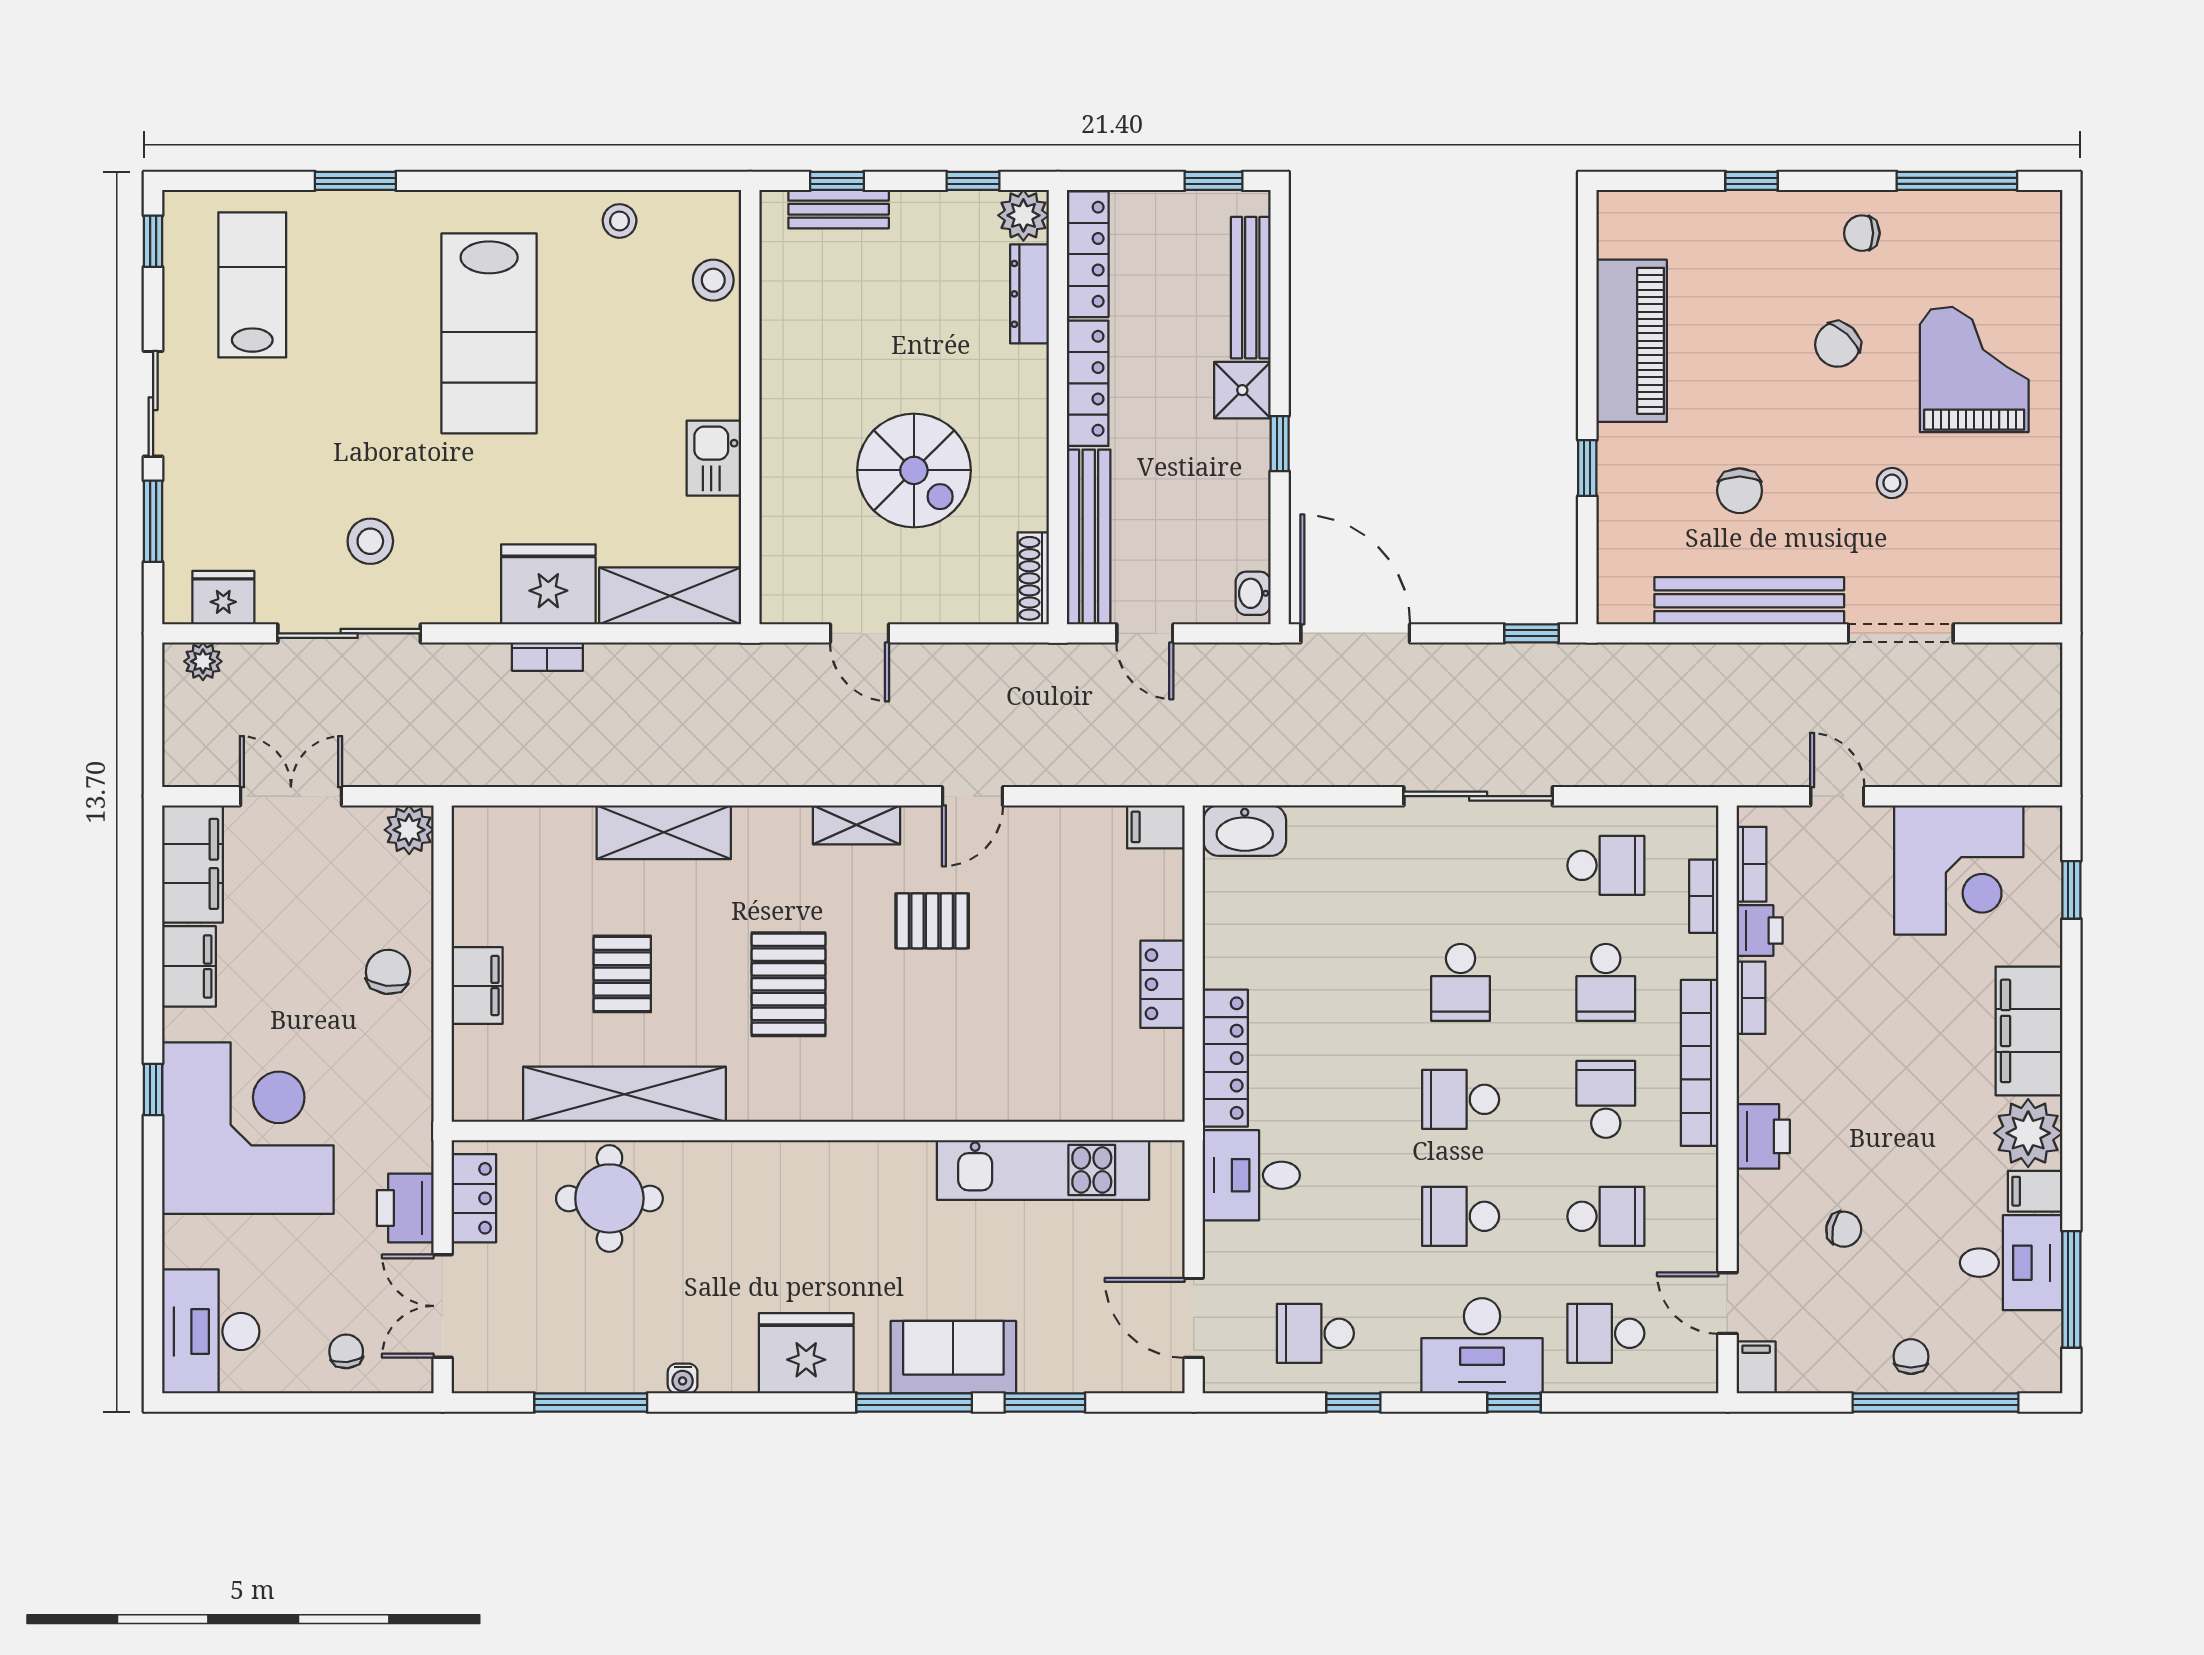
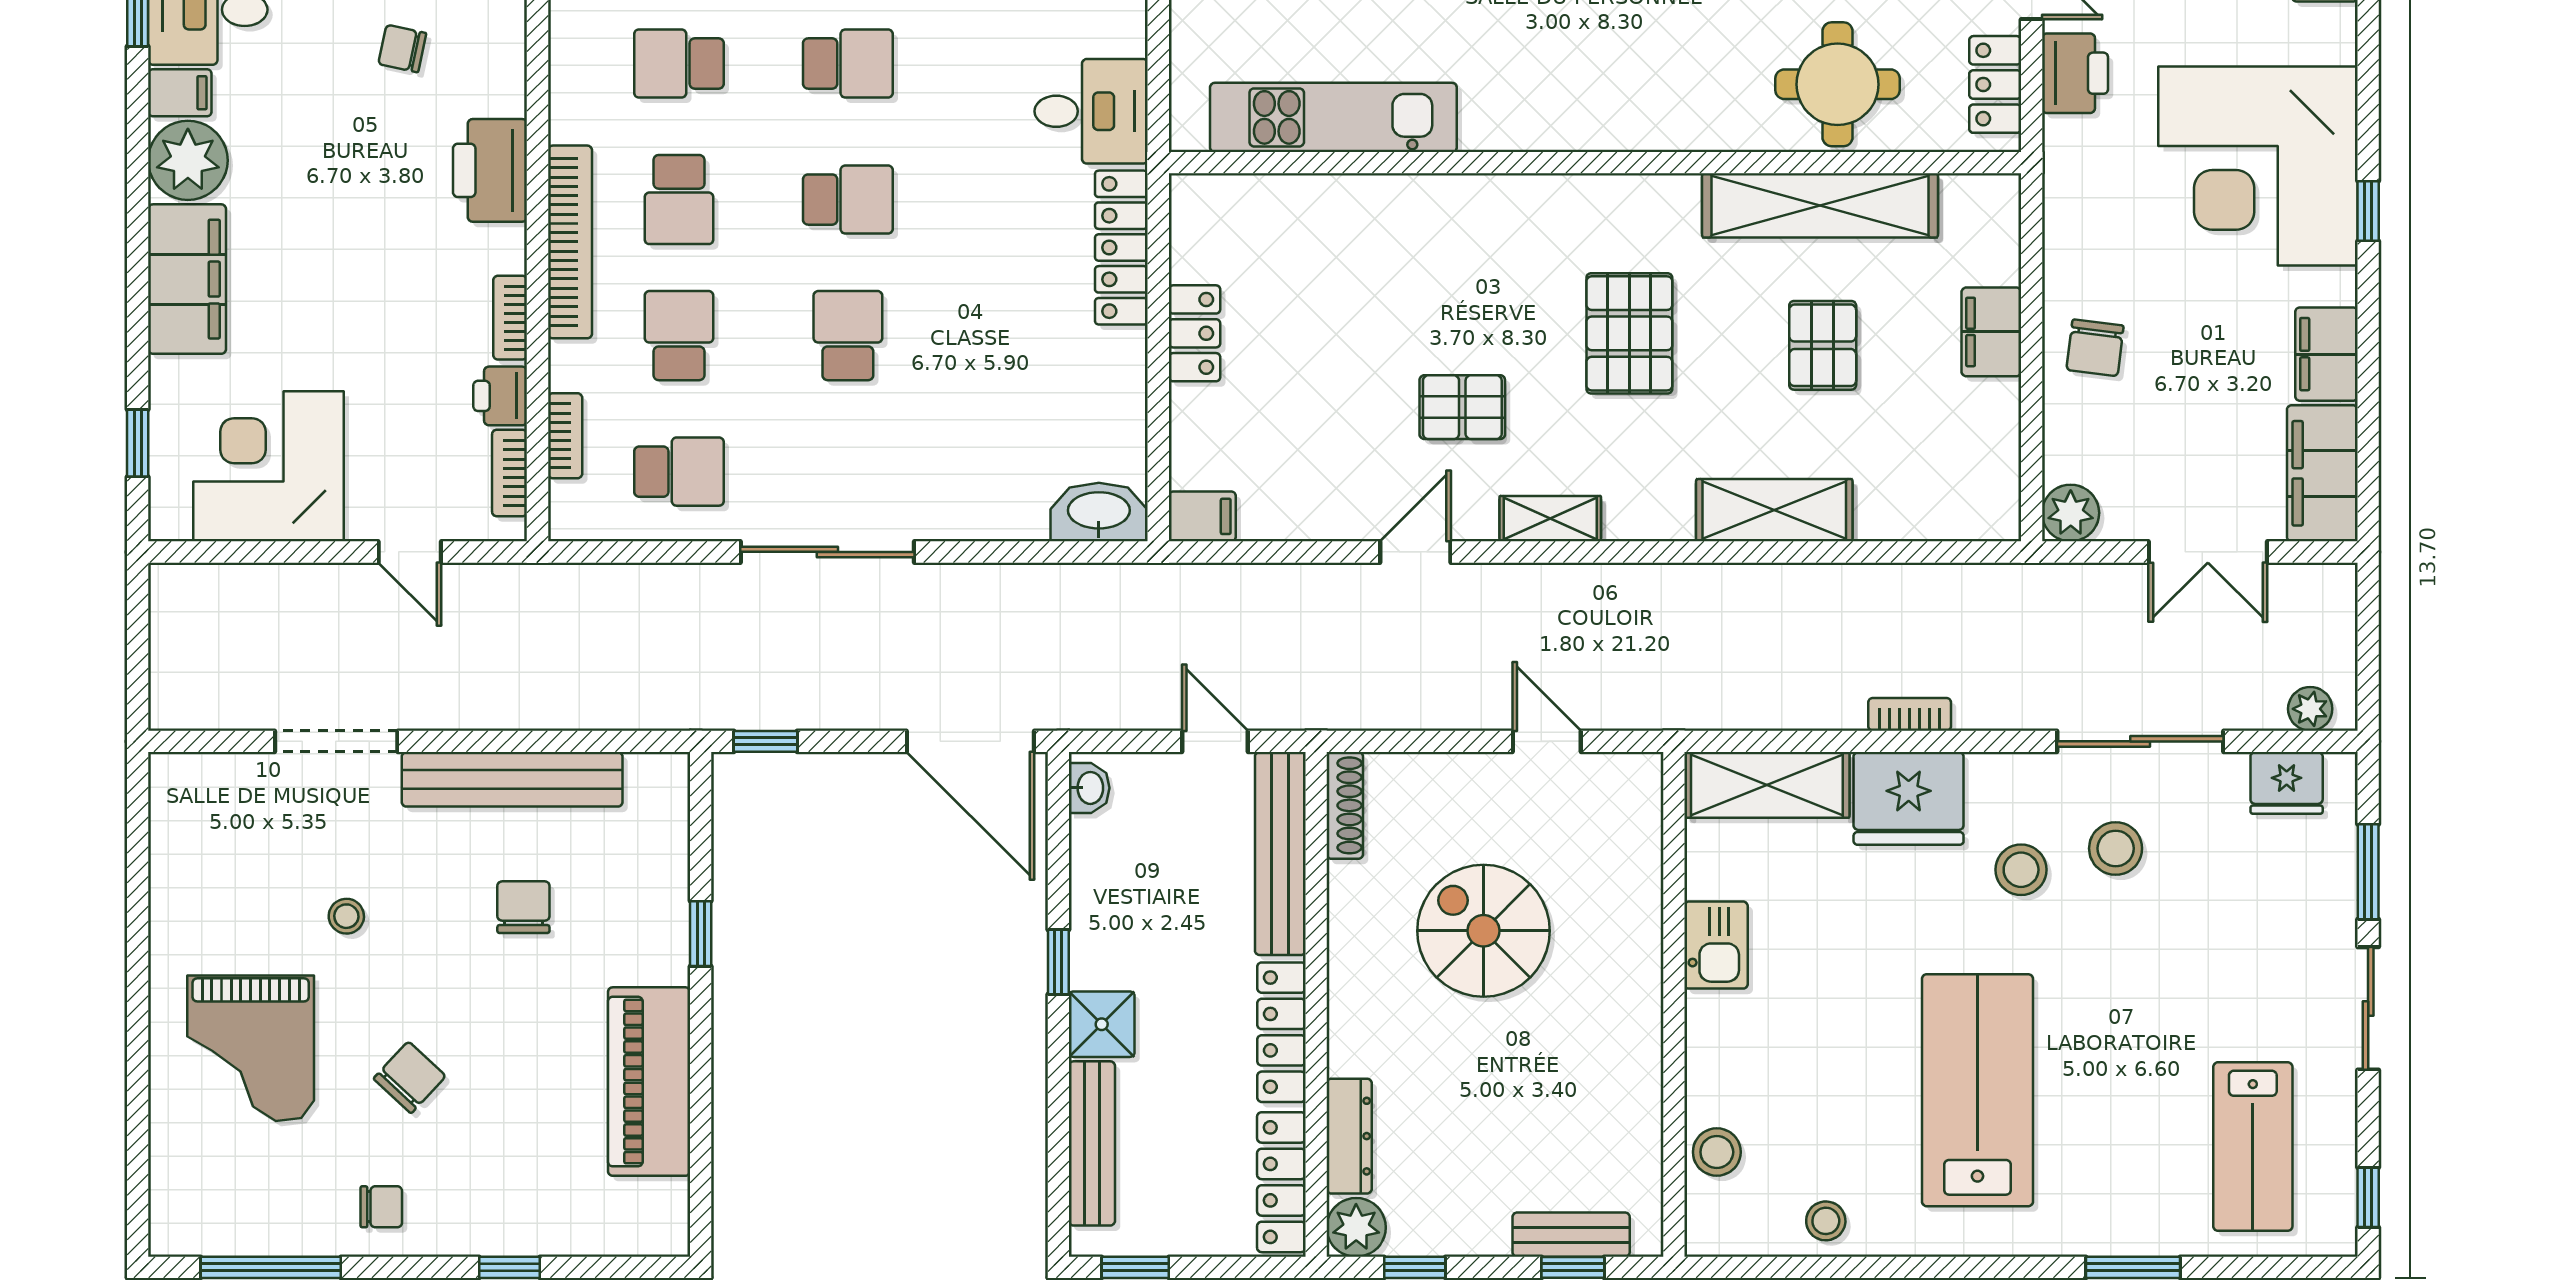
stool: (452, 523) -> (2021, 870), added
school desk: (1606, 865) -> (679, 472), turned 180
printer: (1763, 1136) -> (490, 170), width x1.37, depth x1.19

